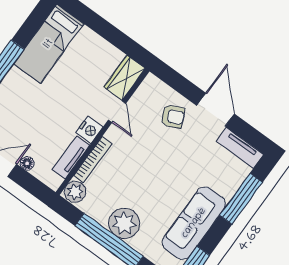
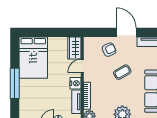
bed: (49, 44) -> (33, 58), width x1.50
door: (117, 112) -> (82, 66), swing flipped
coffee table: (168, 163) -> (122, 72), added

